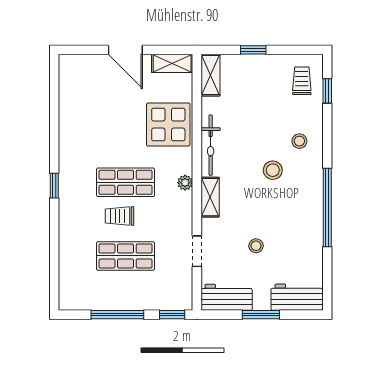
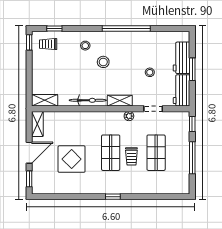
window: (83, 50) -> (29, 179), added
window: (253, 50) -> (29, 42), moved
display table: (168, 125) -> (72, 159), moved
plant: (185, 183) -> (129, 116), moved
workbench: (297, 297) -> (181, 58), moved

